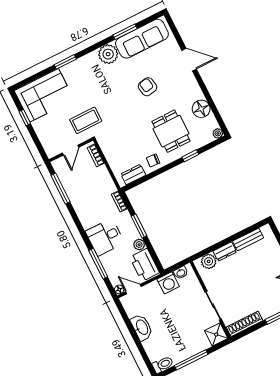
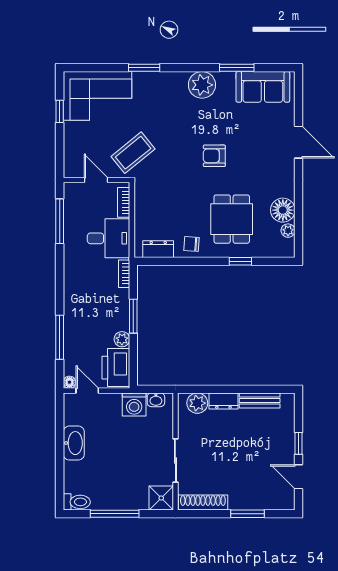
sofa: (142, 39) -> (263, 87), width x0.73
armchair: (148, 87) -> (214, 156), moved, turned -79
coffee table: (86, 120) -> (133, 153), turned -39
plant: (218, 133) -> (288, 231), moved
door: (71, 150) -> (96, 180), swing flipped
desk: (105, 237) -> (109, 238), moved, turned 180

